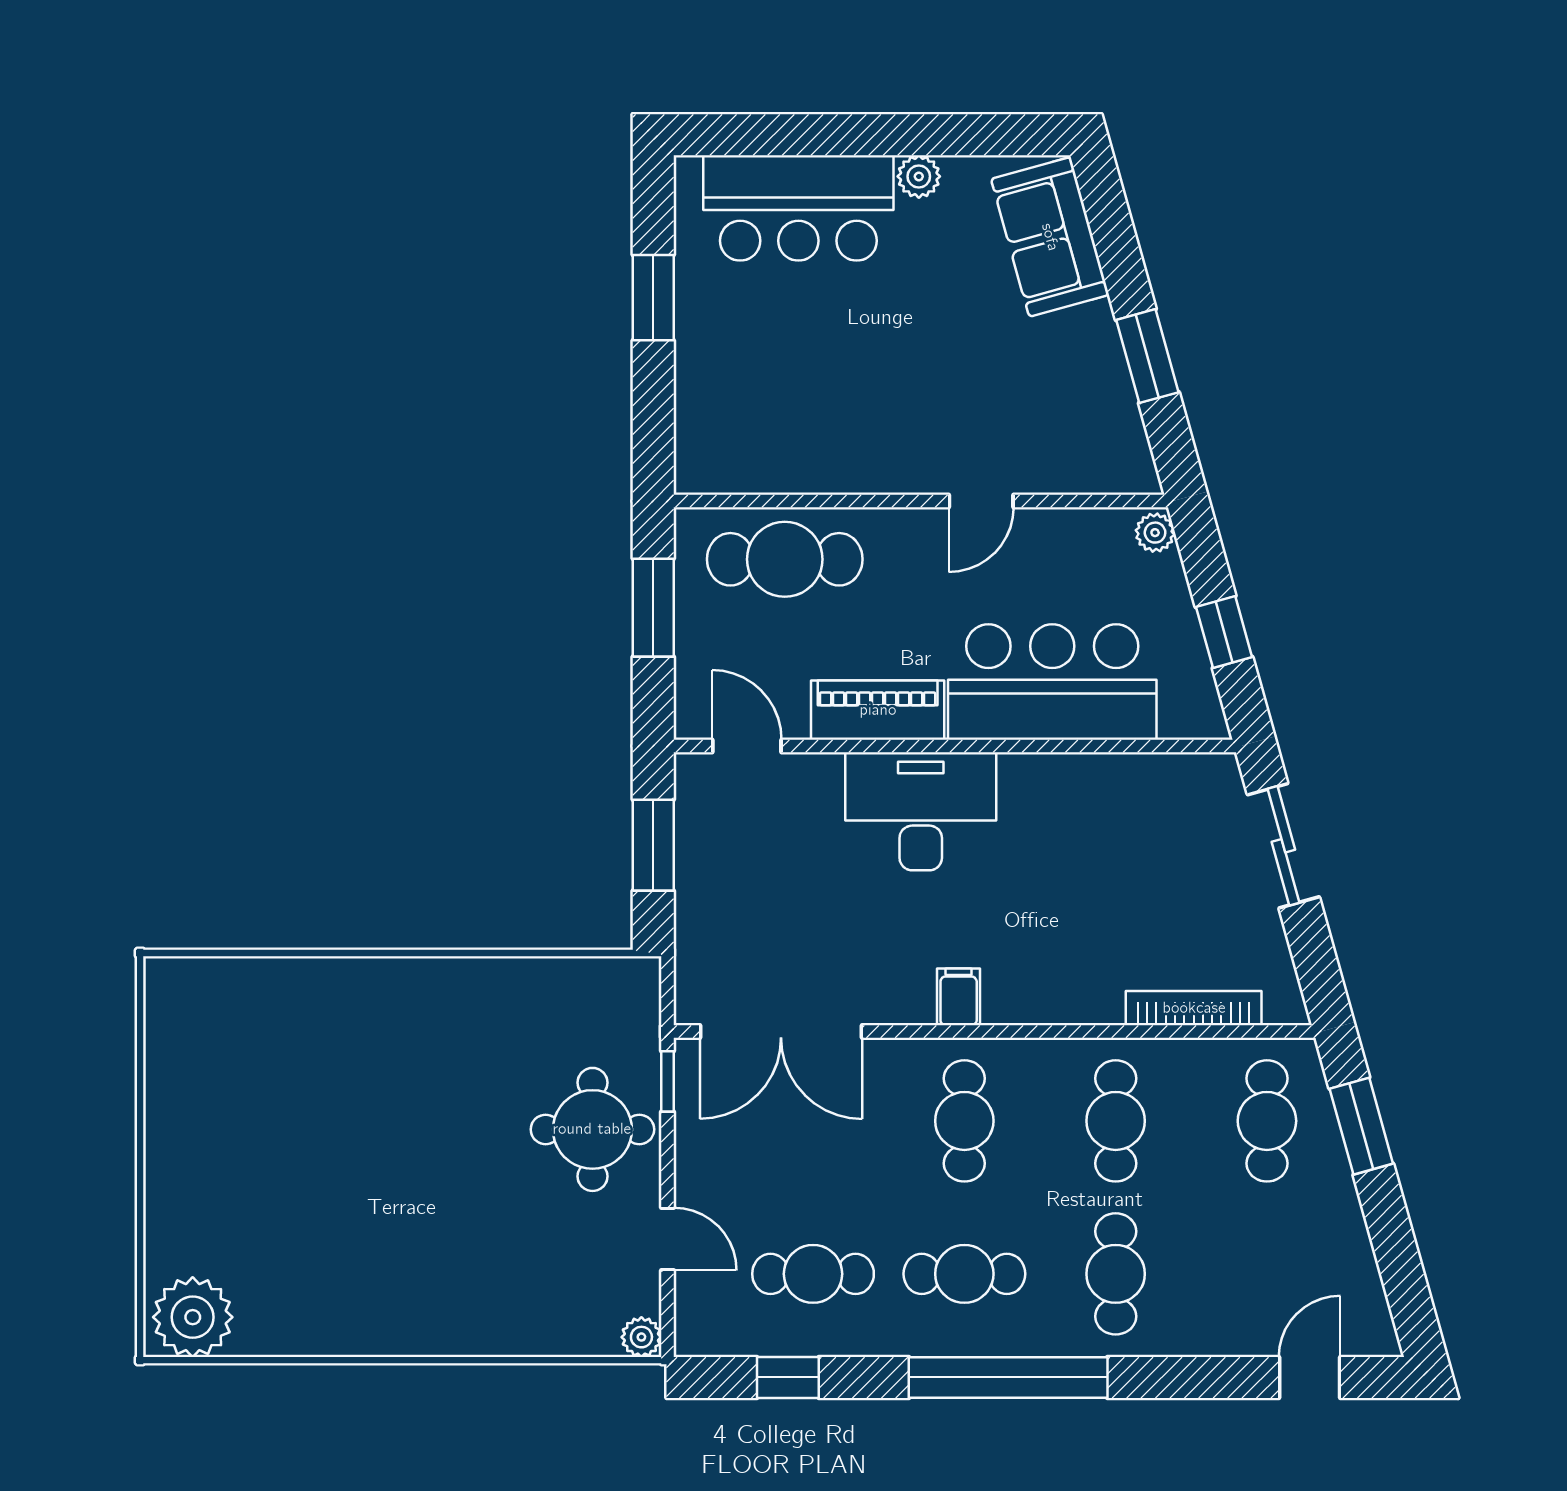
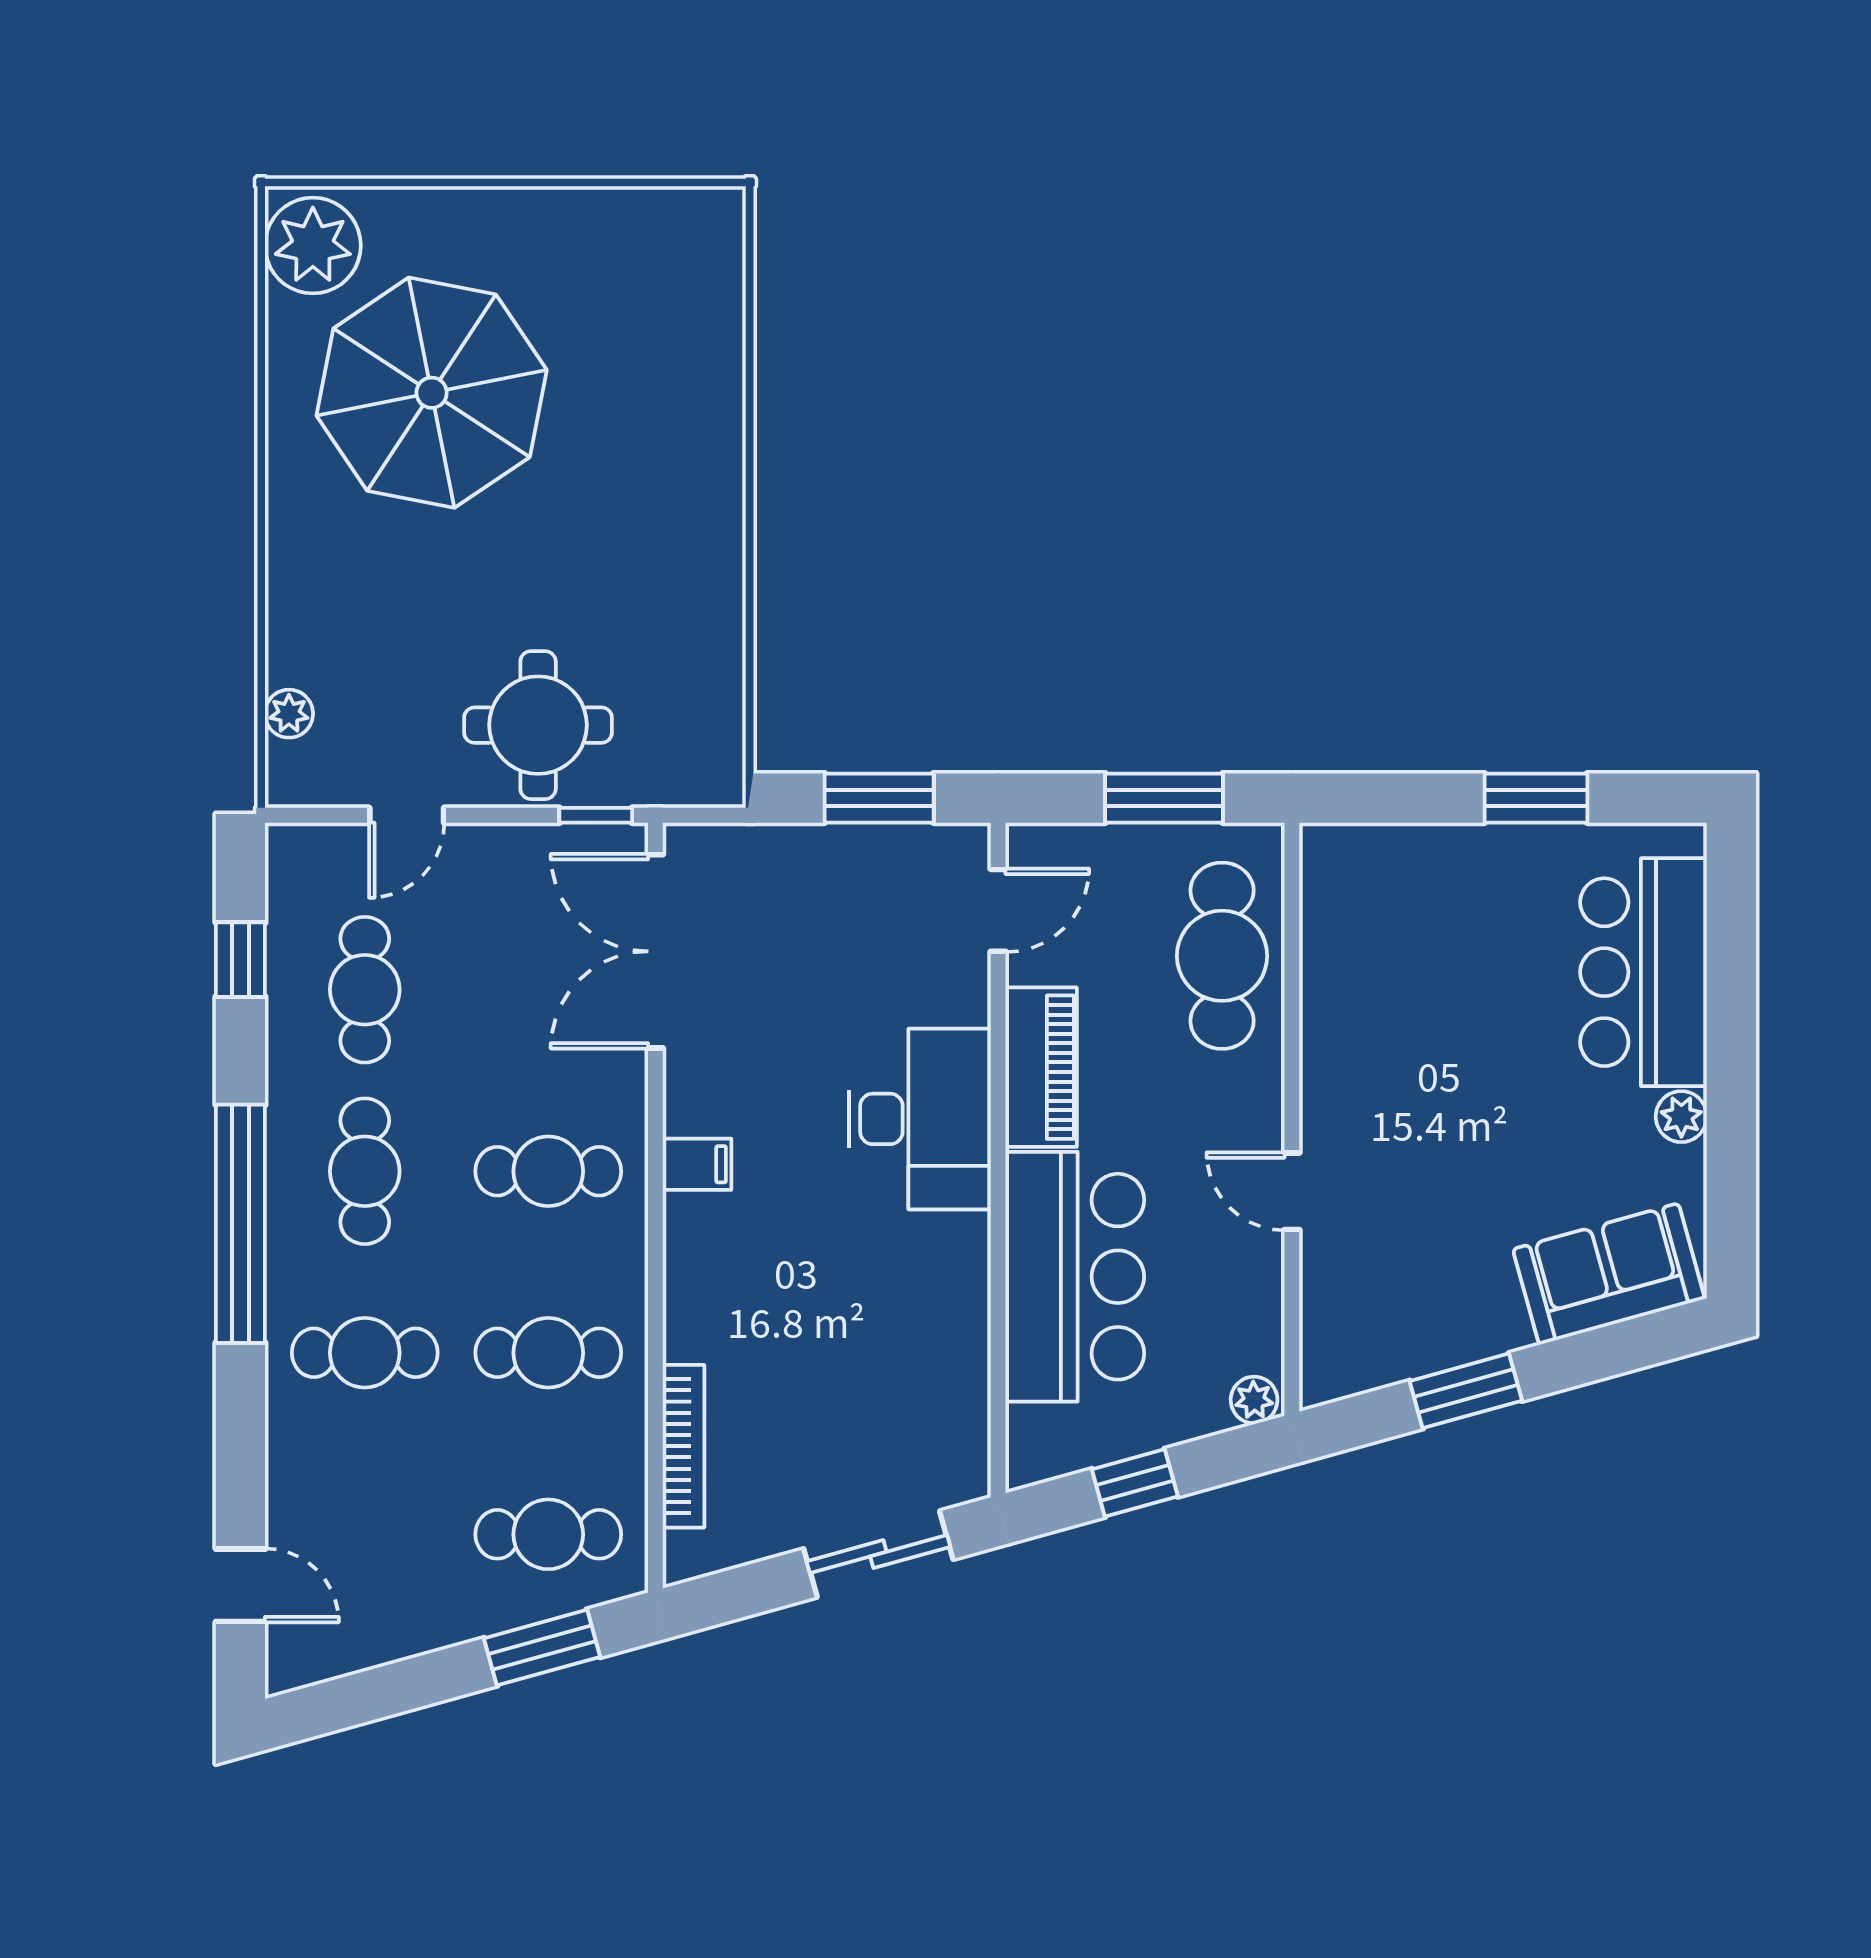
parasol: (315, 1218) -> (432, 393), added
plant: (641, 1337) -> (289, 714), moved

